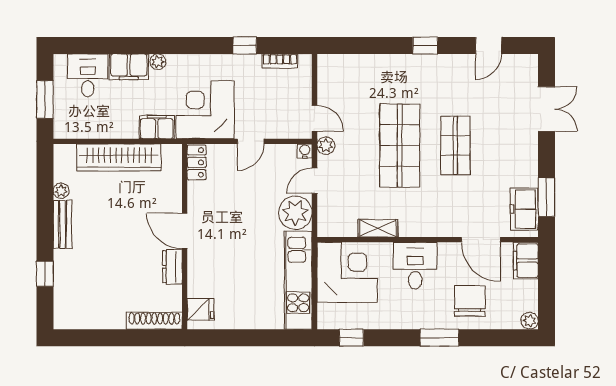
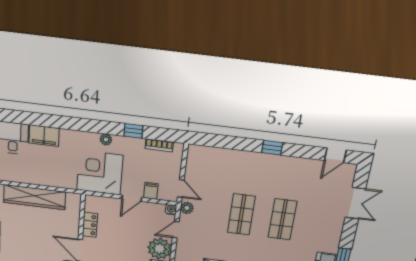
door: (489, 45) -> (335, 155), moved
plant: (158, 62) -> (106, 139), moved
filing cabinet: (157, 127) -> (151, 191), moved, width x0.50
shop shelf: (400, 146) -> (241, 214), width x0.70, depth x0.74
locker: (197, 162) -> (90, 225), moved

